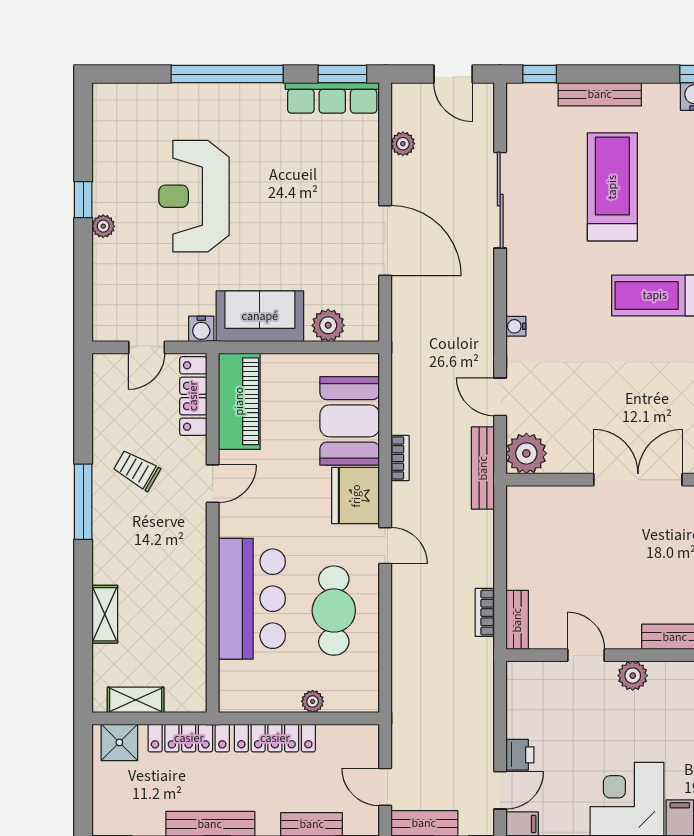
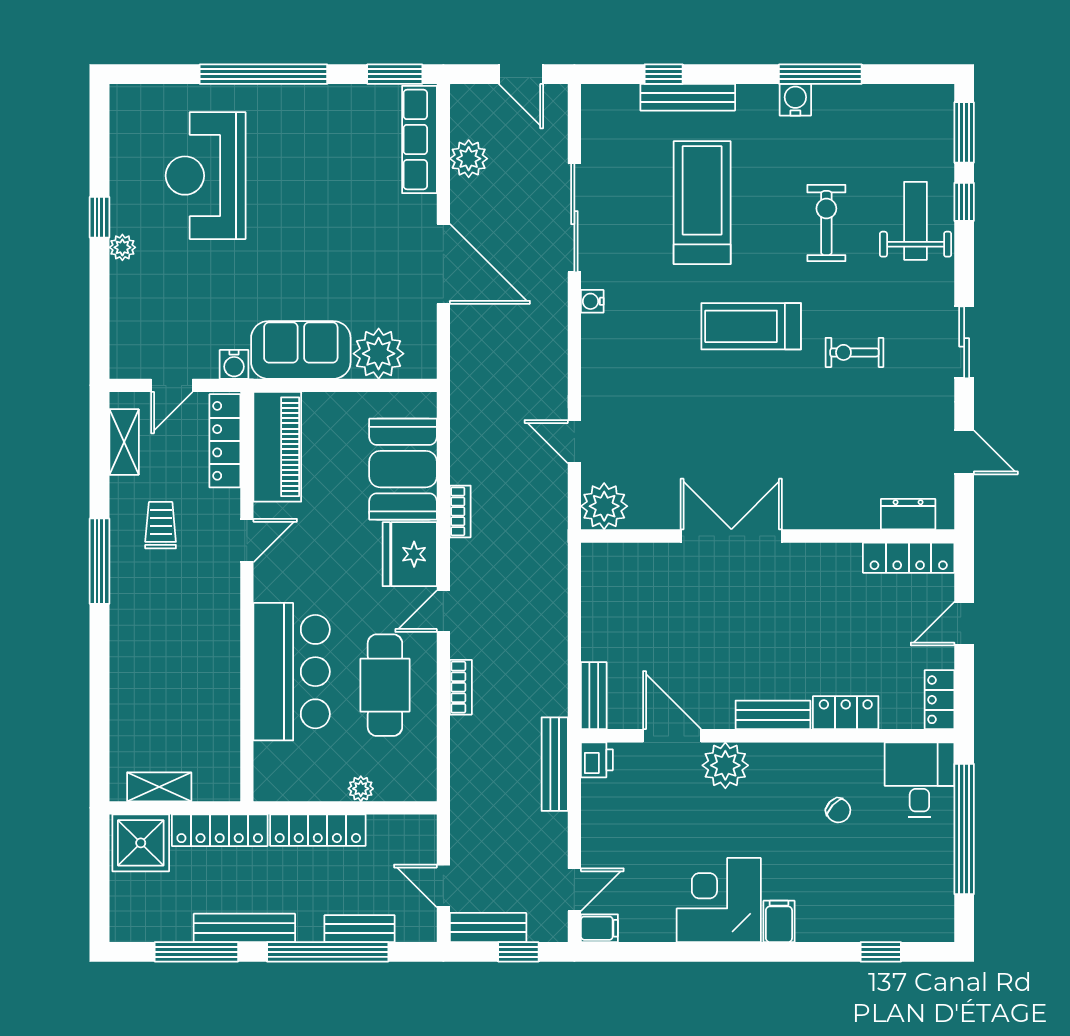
window: (540, 74) -> (664, 74), moved
row of seats: (332, 98) -> (419, 140), moved, turned 90
plant: (403, 144) -> (469, 159), width x1.38, depth x1.38
reception desk: (194, 196) -> (206, 176), moved
plant: (328, 325) -> (379, 354), width x1.36, depth x1.36
water cooler: (516, 326) -> (592, 301), moved
bench: (483, 468) -> (555, 764), moved
trolley: (137, 470) -> (161, 525), turned 60
door: (385, 546) -> (443, 611), swing flipped
bookcase: (485, 612) -> (461, 687), moved, turned 180
shelving: (105, 614) -> (124, 442), moved
door: (586, 655) -> (672, 736), width x1.38
plant: (633, 676) -> (725, 765), width x1.36, depth x1.36
shower: (119, 742) -> (141, 843), width x1.36, depth x1.36
printer: (520, 755) -> (597, 760), moved

